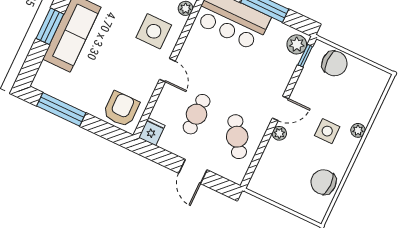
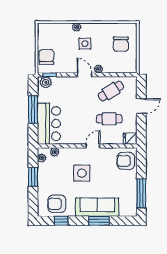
side table: (154, 31) -> (82, 173), moved
chair: (323, 182) -> (121, 44), moved

